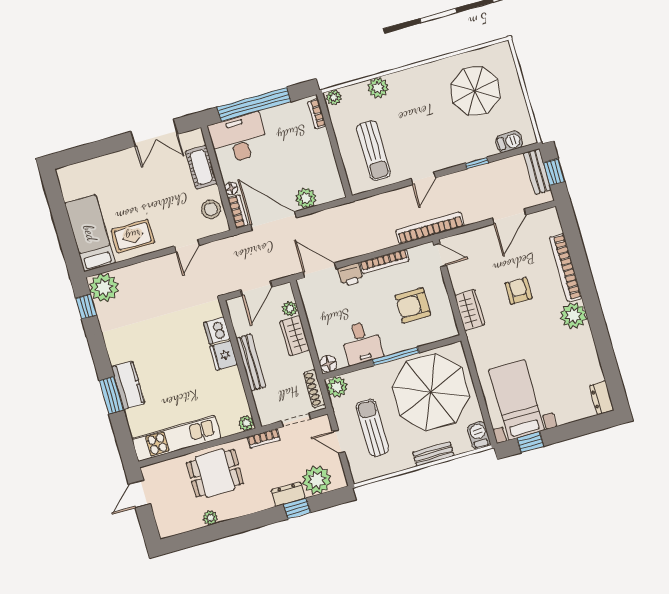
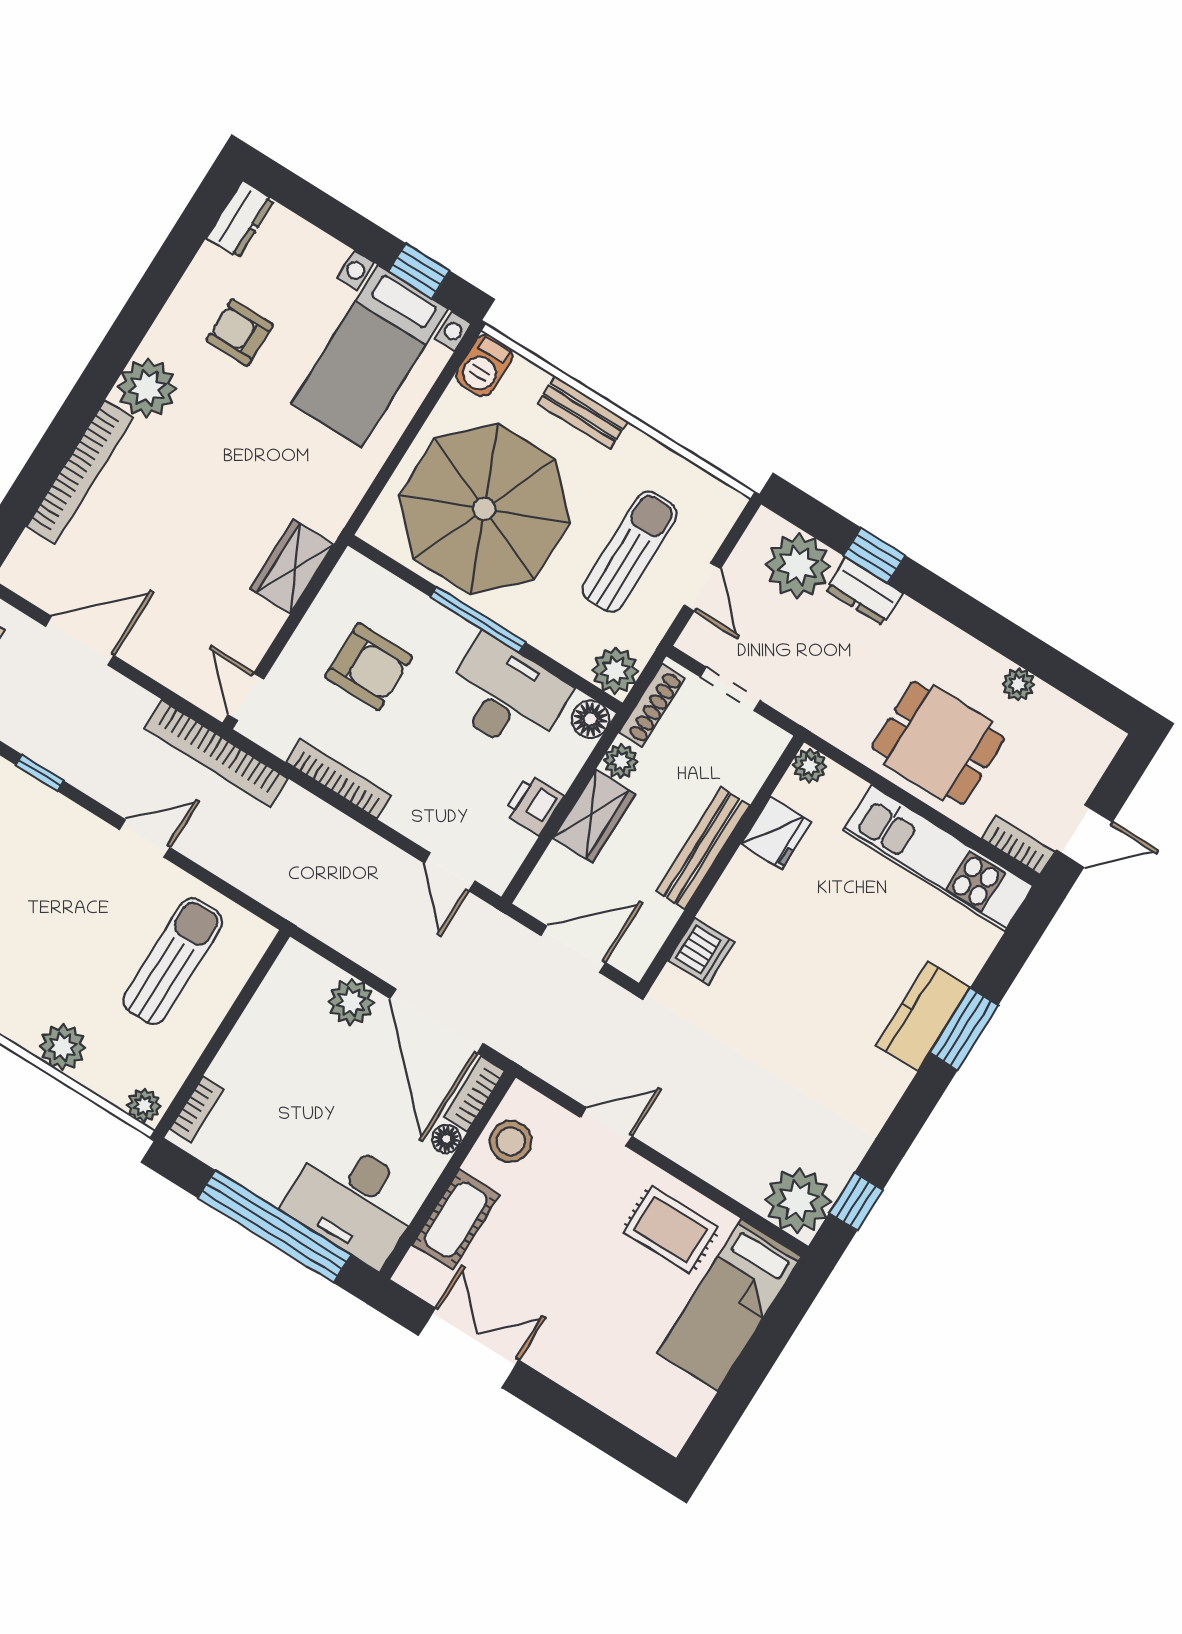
door: (320, 270) -> (450, 872), width x0.73
printer: (350, 275) -> (533, 805), moved, turned -90
armchair: (519, 291) -> (240, 332), moved, turned 90
plant: (290, 309) -> (621, 761), moved
desk: (362, 343) -> (506, 696), width x1.37
fridge: (224, 355) -> (776, 833), moved
sun lounger: (372, 428) -> (629, 552), turned 180
bookcase: (264, 438) -> (1018, 845), moved

